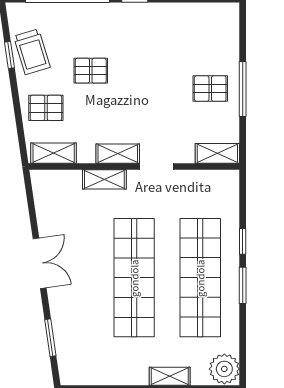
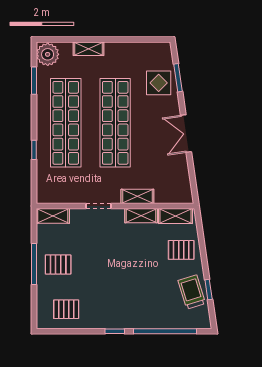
pallet: (91, 71) -> (66, 309), moved
shelving: (118, 154) -> (141, 216), moved
window: (243, 285) -> (34, 81), moved
display table: (76, 331) -> (159, 83), added

